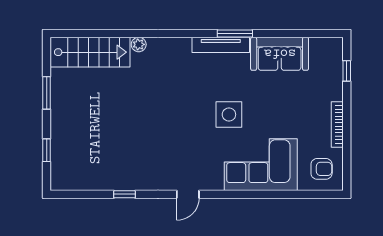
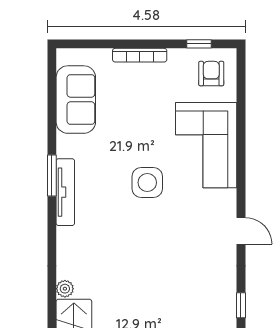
sofa: (280, 54) -> (76, 100), moved
window: (347, 71) -> (199, 44), moved
bookcase: (337, 125) -> (140, 55), moved

